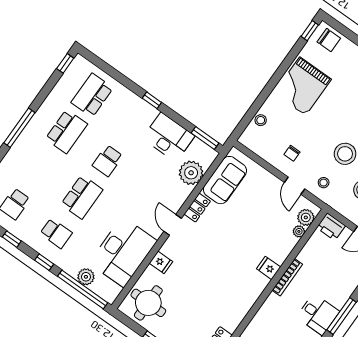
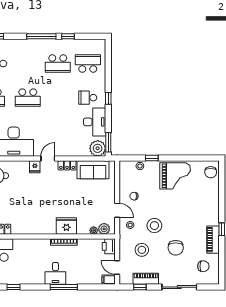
window: (310, 31) -> (152, 158), moved
window: (65, 63) -> (68, 36), moved
grand piano: (303, 86) -> (175, 176), turned 180
school desk: (108, 161) -> (88, 98), moved
plant: (191, 173) -> (98, 148), moved
door: (295, 186) -> (117, 210), swing flipped
fridge: (161, 262) -> (35, 167), moved
fridge: (269, 268) -> (66, 226), width x1.88, depth x1.34

